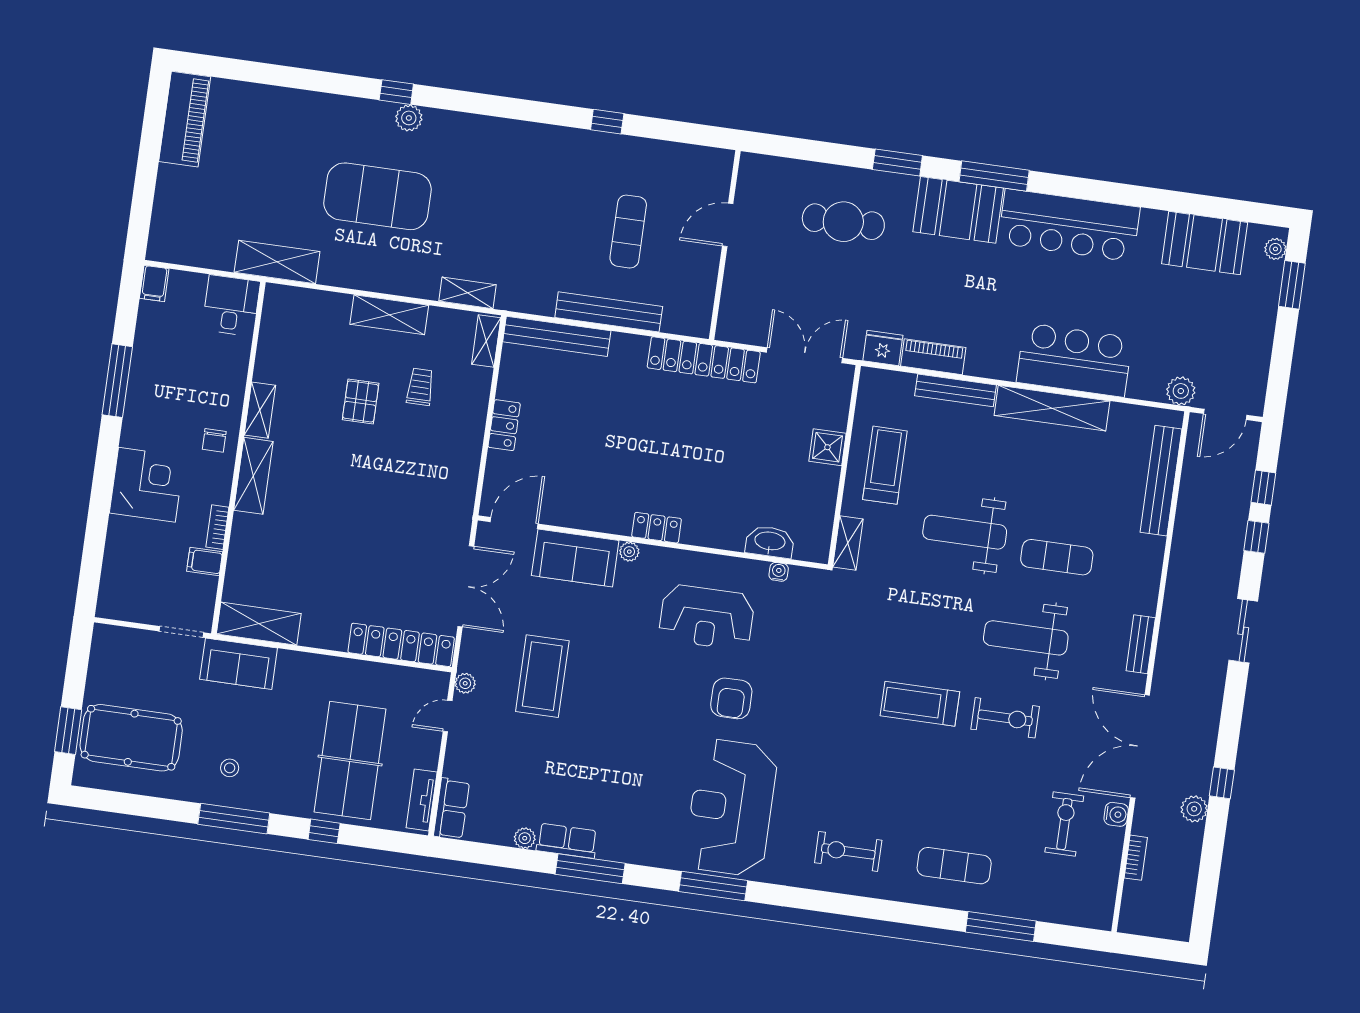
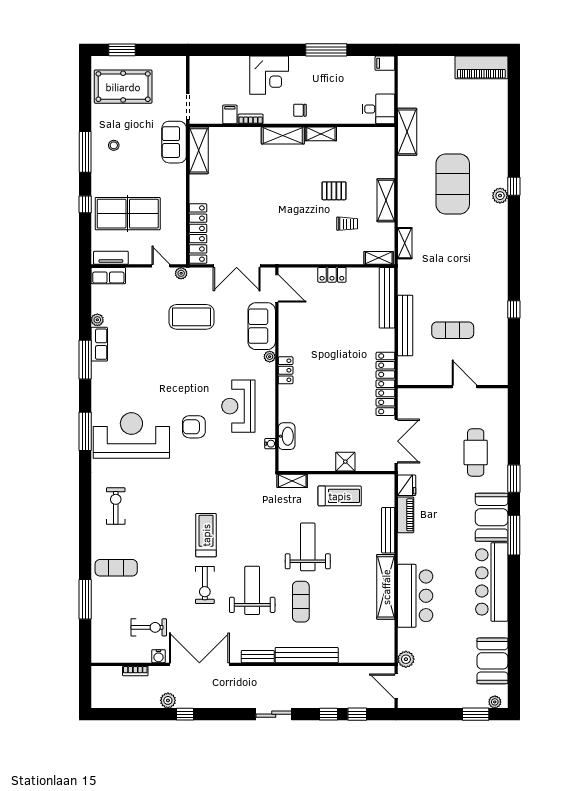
bench: (1161, 481) -> (307, 655), moved
pool table: (131, 738) -> (123, 87), turned 90
exercise mat: (954, 866) -> (116, 568), turned 90

